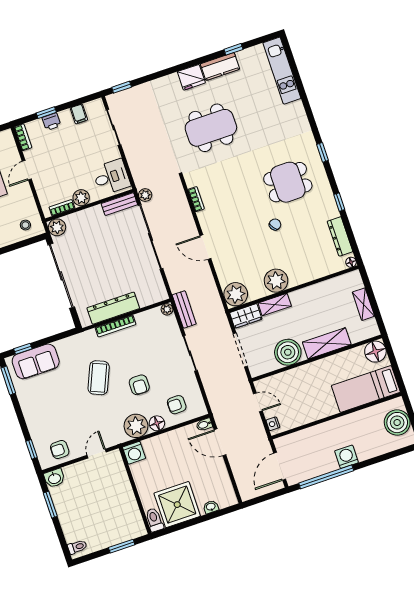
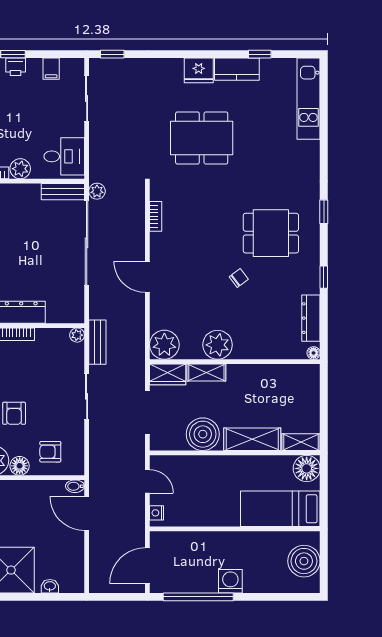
shelving: (363, 304) -> (301, 442), moved, turned 90

